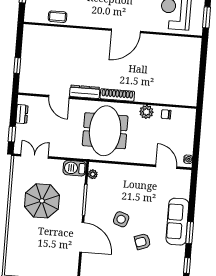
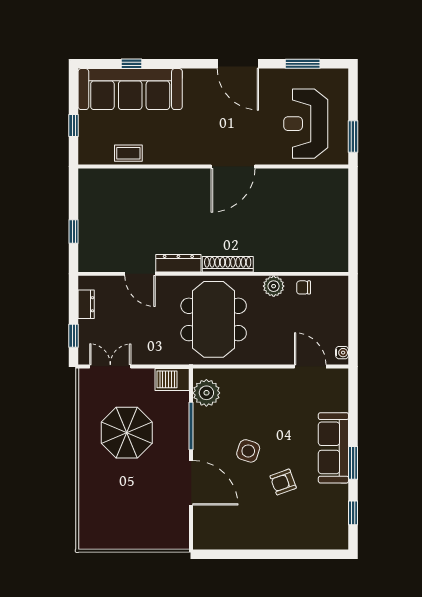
plant: (93, 174) -> (206, 393), width x1.87, depth x1.87

